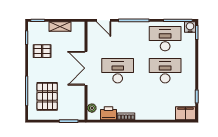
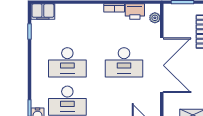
double door: (86, 68) -> (162, 65), width x1.36

